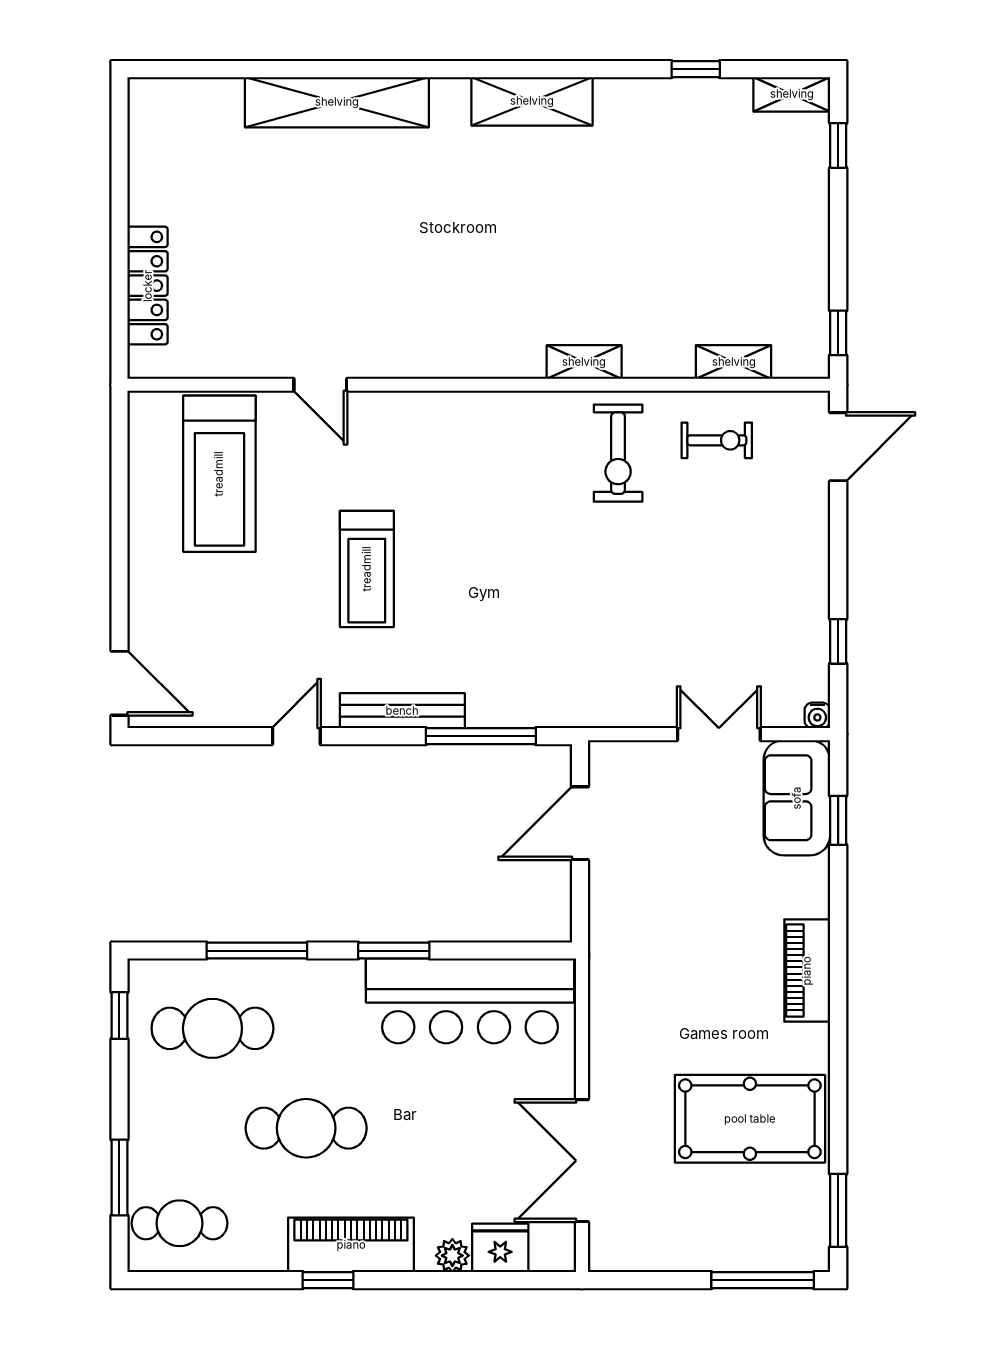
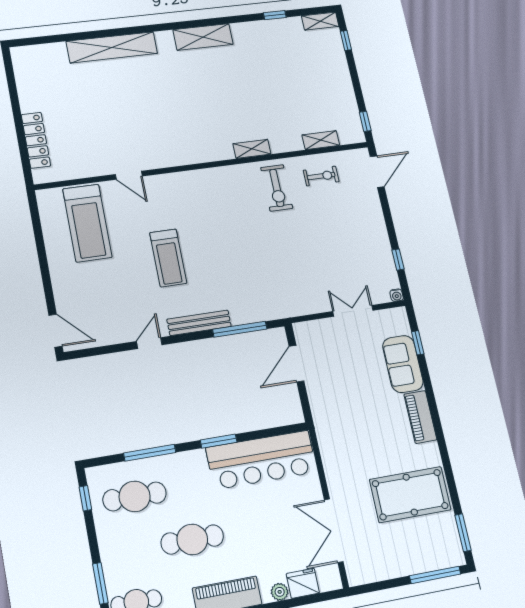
sofa: (797, 798) -> (403, 364), moved

